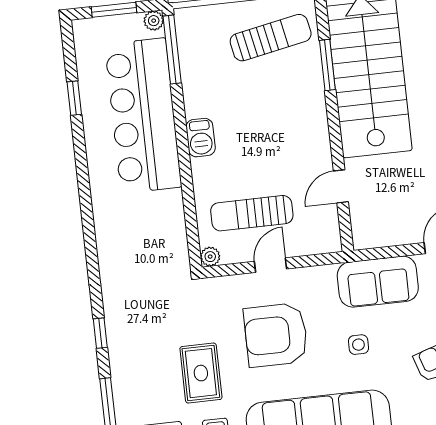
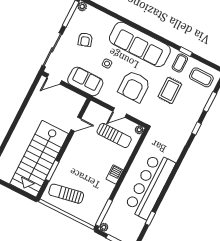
bar counter: (143, 116) -> (150, 186), moved, turned 180
armchair: (276, 335) -> (134, 86), turned 90

